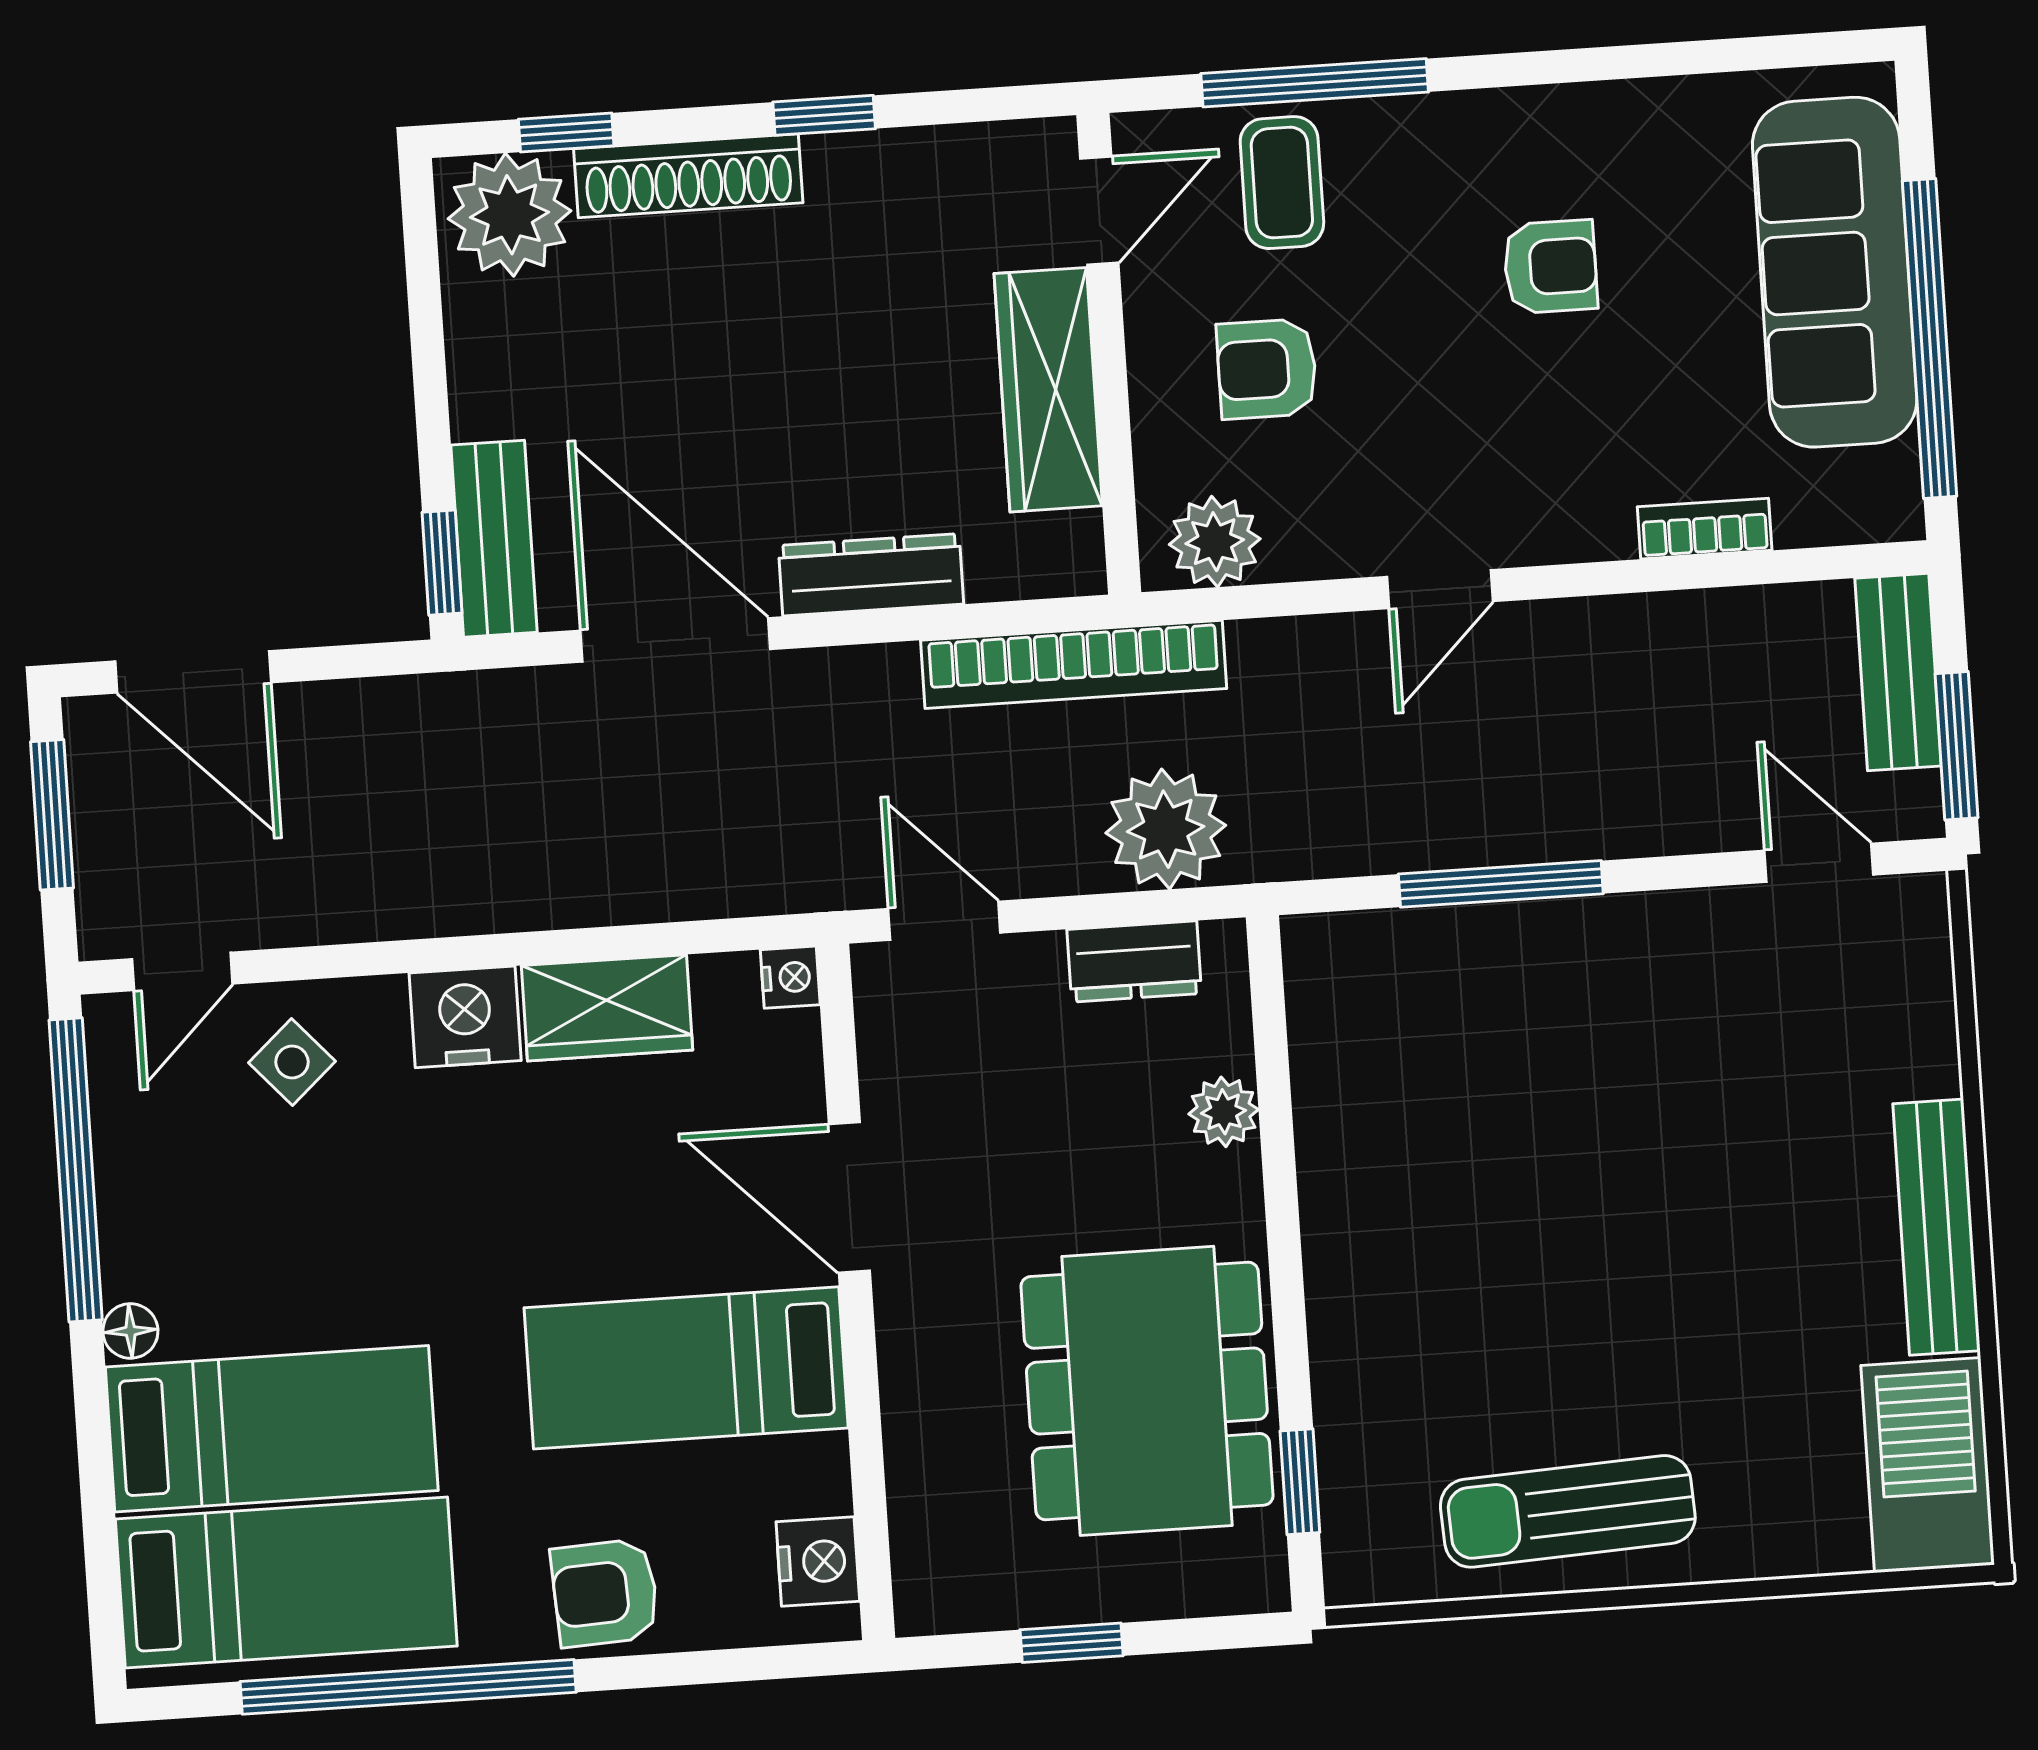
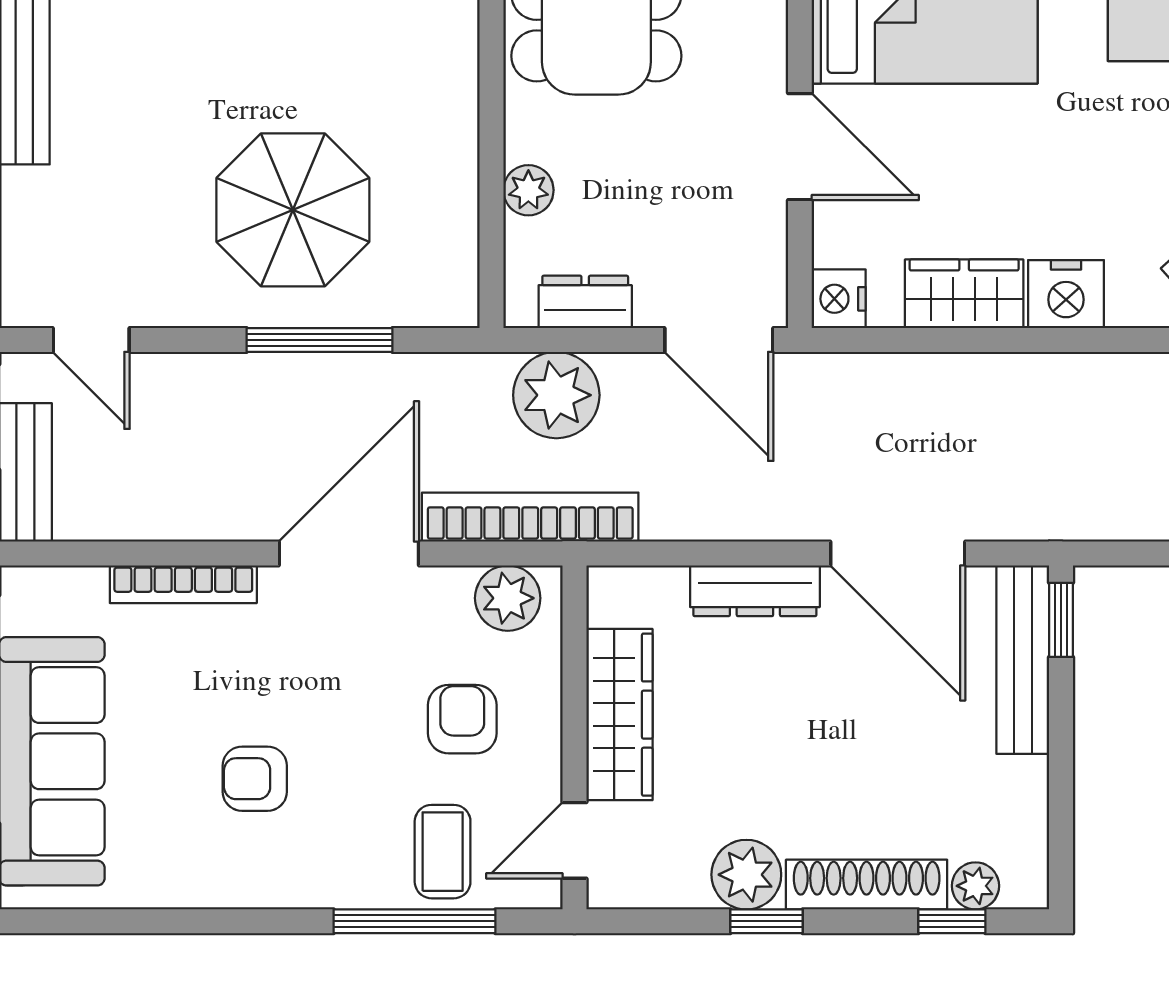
plant: (857, 179) -> (746, 875), added
plant: (510, 215) -> (975, 886), width x0.53, depth x0.53
armchair: (1267, 369) -> (462, 719), turned -90
bookcase: (1705, 529) -> (183, 584), width x1.56
bench: (494, 539) -> (1023, 660), width x1.36
door: (1440, 589) -> (349, 554), width x1.87
bookcase: (1074, 664) -> (530, 517), moved
door: (944, 921) -> (719, 340), width x1.38
nightstand: (790, 977) -> (839, 299), width x1.39, depth x1.35
parasol: (1550, 1063) -> (293, 210), added

